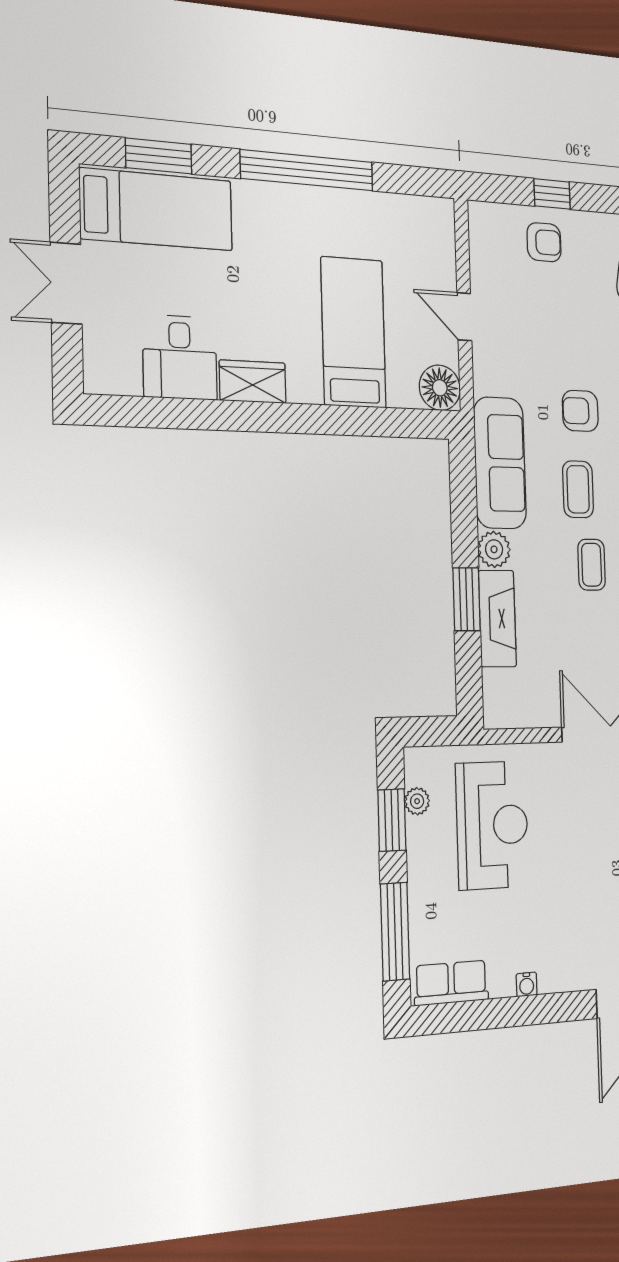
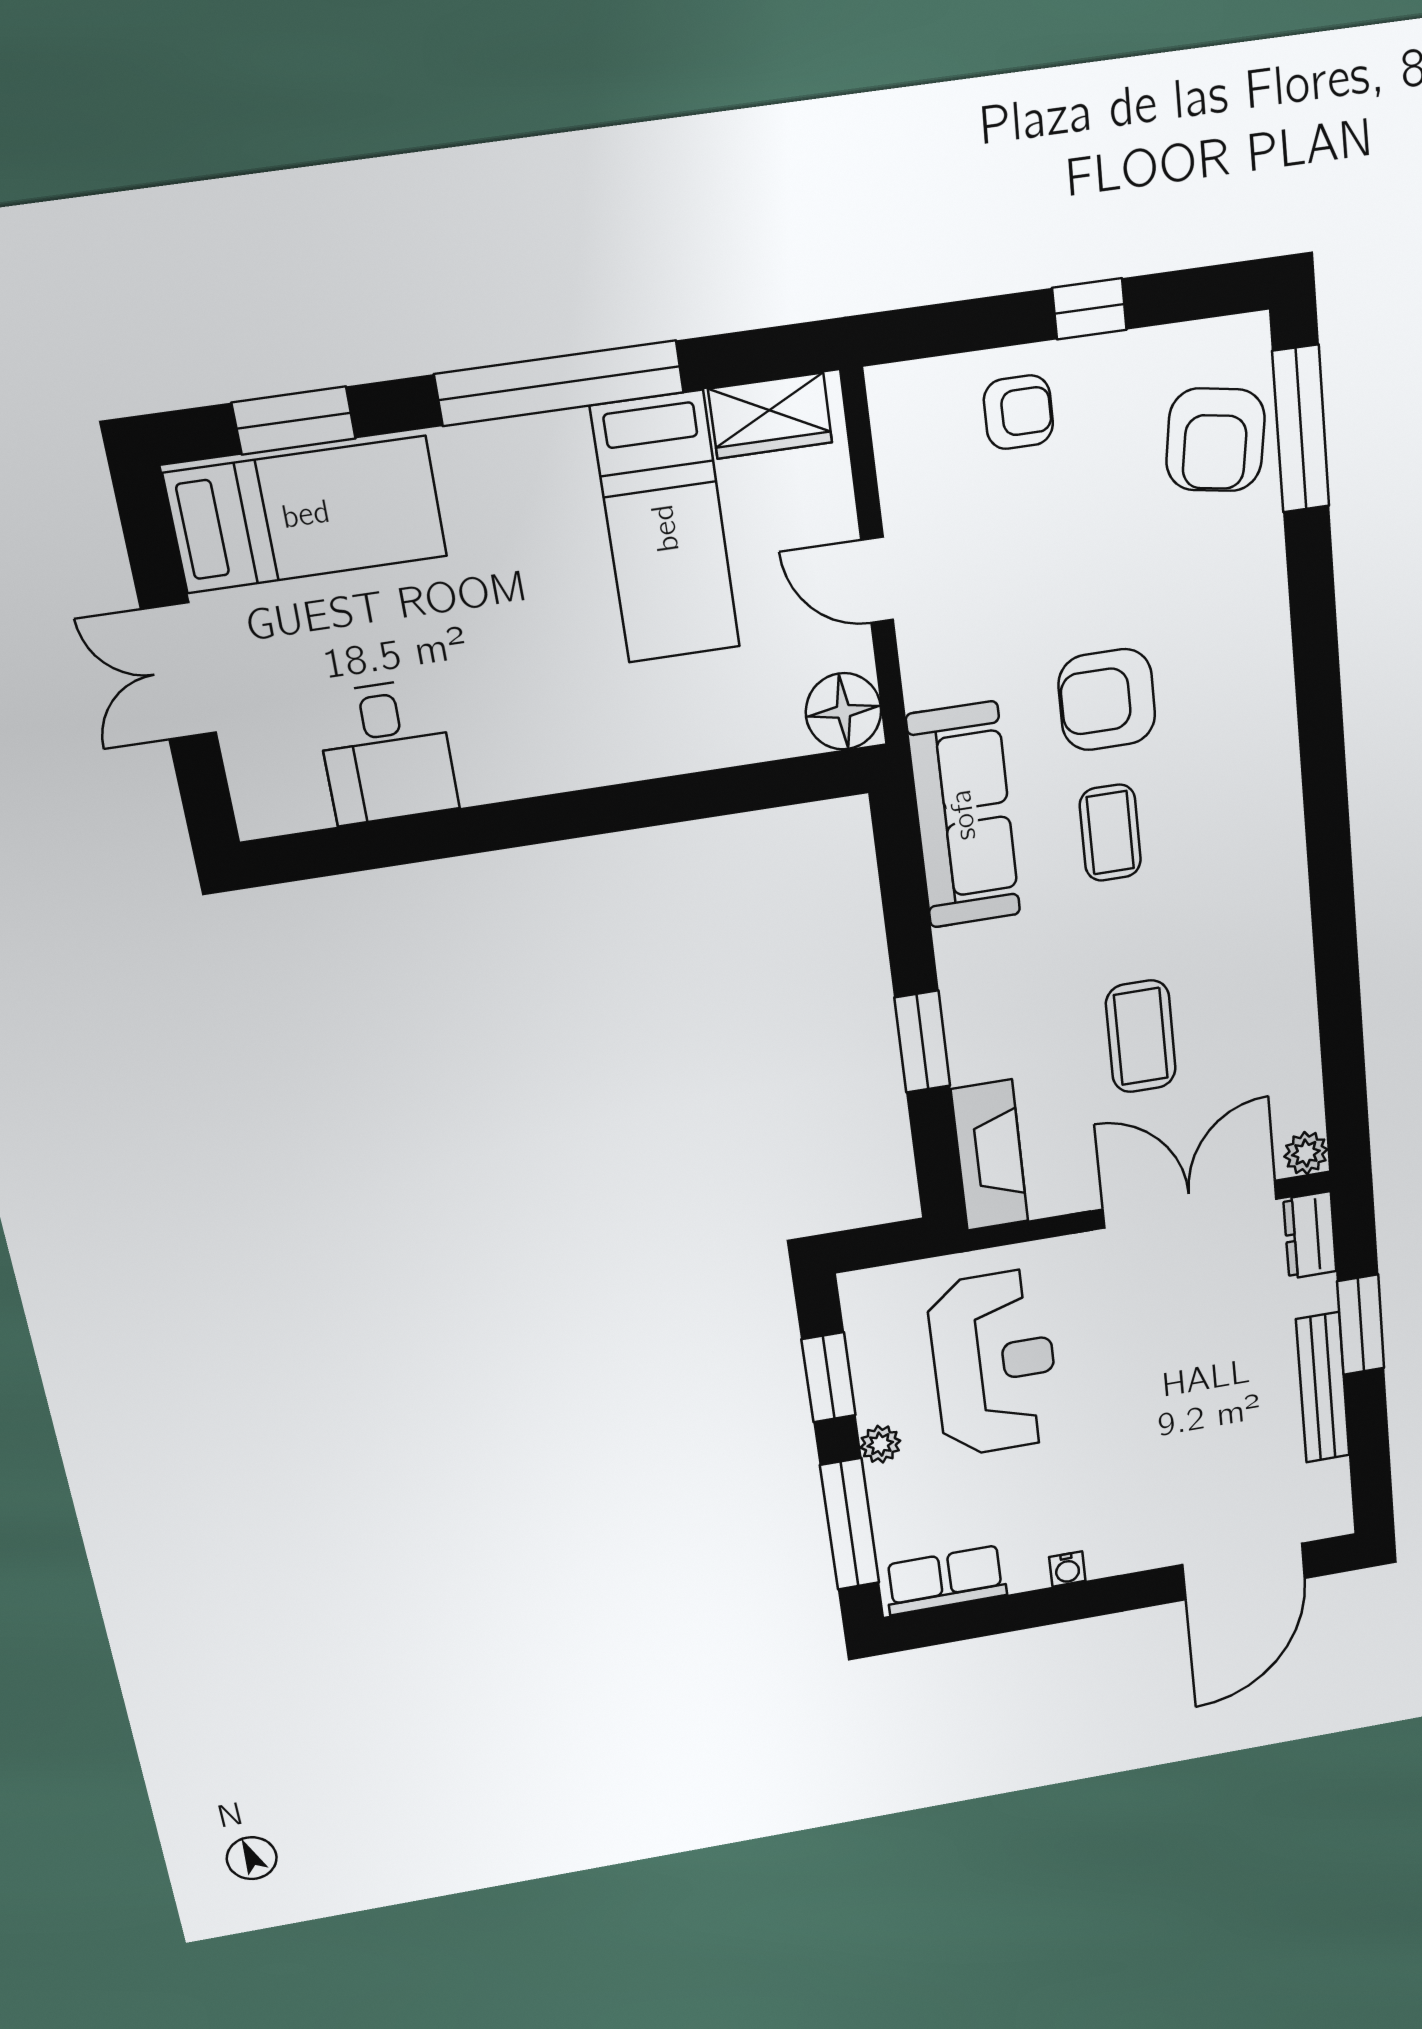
window: (552, 194) -> (1089, 309), moved
bed: (353, 332) -> (666, 528), moved, turned 180
wardrobe: (253, 382) -> (770, 416), moved, turned 180
armchair: (580, 411) -> (1107, 700), width x1.38, depth x1.38
plant: (494, 549) -> (964, 956), removed
coffee table: (592, 565) -> (1141, 1036), moved, width x1.36, depth x1.30
fireplace: (497, 619) -> (990, 1155), moved
plant: (417, 801) -> (880, 1444), moved

